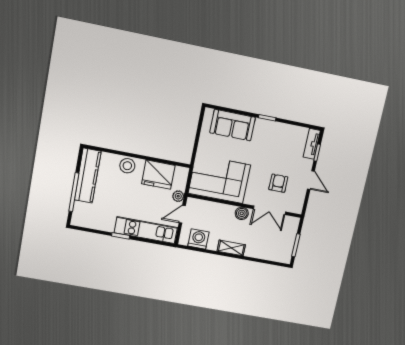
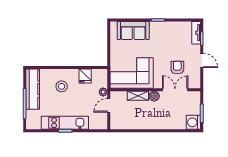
stool: (127, 166) -> (62, 86), moved
fridge: (158, 175) -> (85, 76), width x0.53, depth x0.75
double door: (269, 210) -> (175, 90), swing flipped
kitchen unit: (146, 230) -> (65, 123), moved
washing machine: (198, 239) -> (193, 122), moved, turned -90
shelving: (231, 248) -> (138, 96), moved

